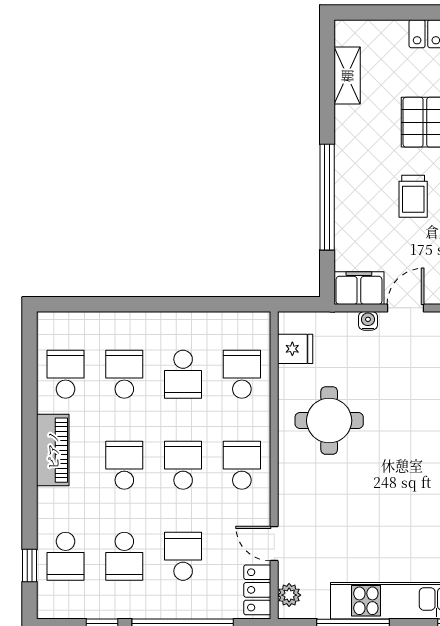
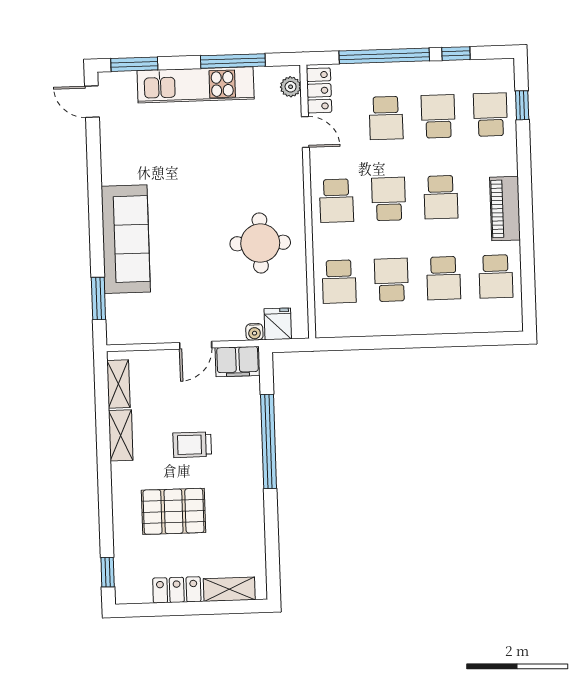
shelving: (347, 76) -> (229, 589), moved, turned 90
trolley: (413, 196) -> (192, 445), turned -90
water cooler: (368, 321) -> (254, 332), moved
fridge: (295, 349) -> (278, 324), moved, turned 90
school desk: (183, 465) -> (389, 199), turned 180

